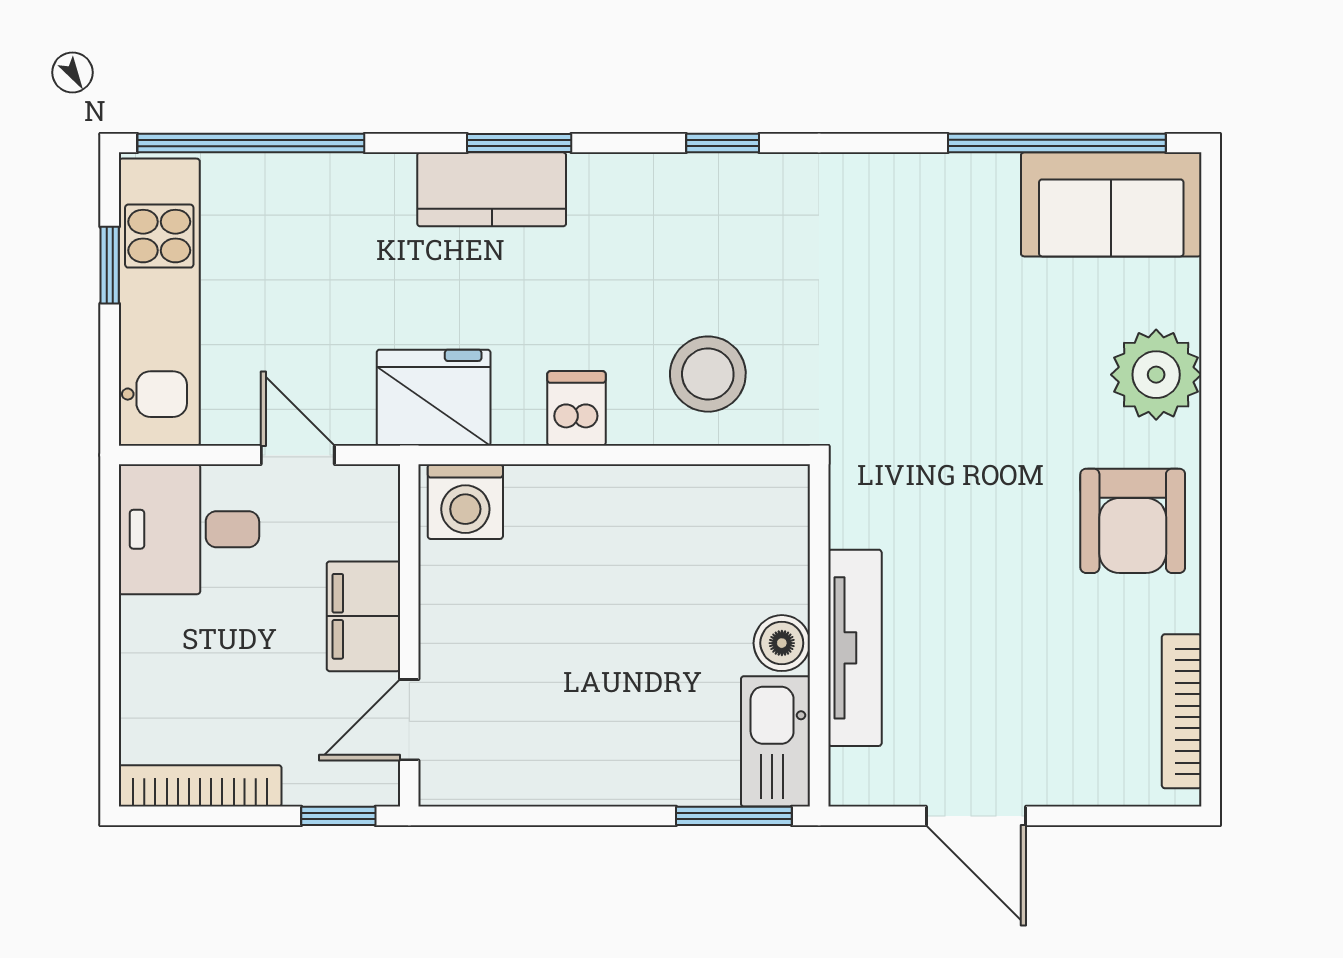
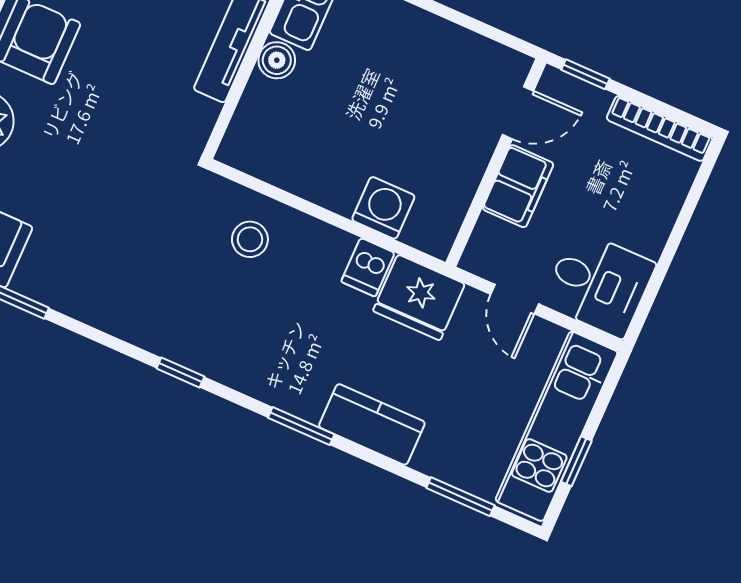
window: (251, 143) -> (460, 497), width x0.47
kitchen counter: (492, 189) -> (372, 424), moved
stool: (708, 374) -> (250, 239), width x0.73, depth x0.73
dishwasher: (576, 408) -> (368, 267), moved
washing machine: (465, 502) -> (383, 208), moved

